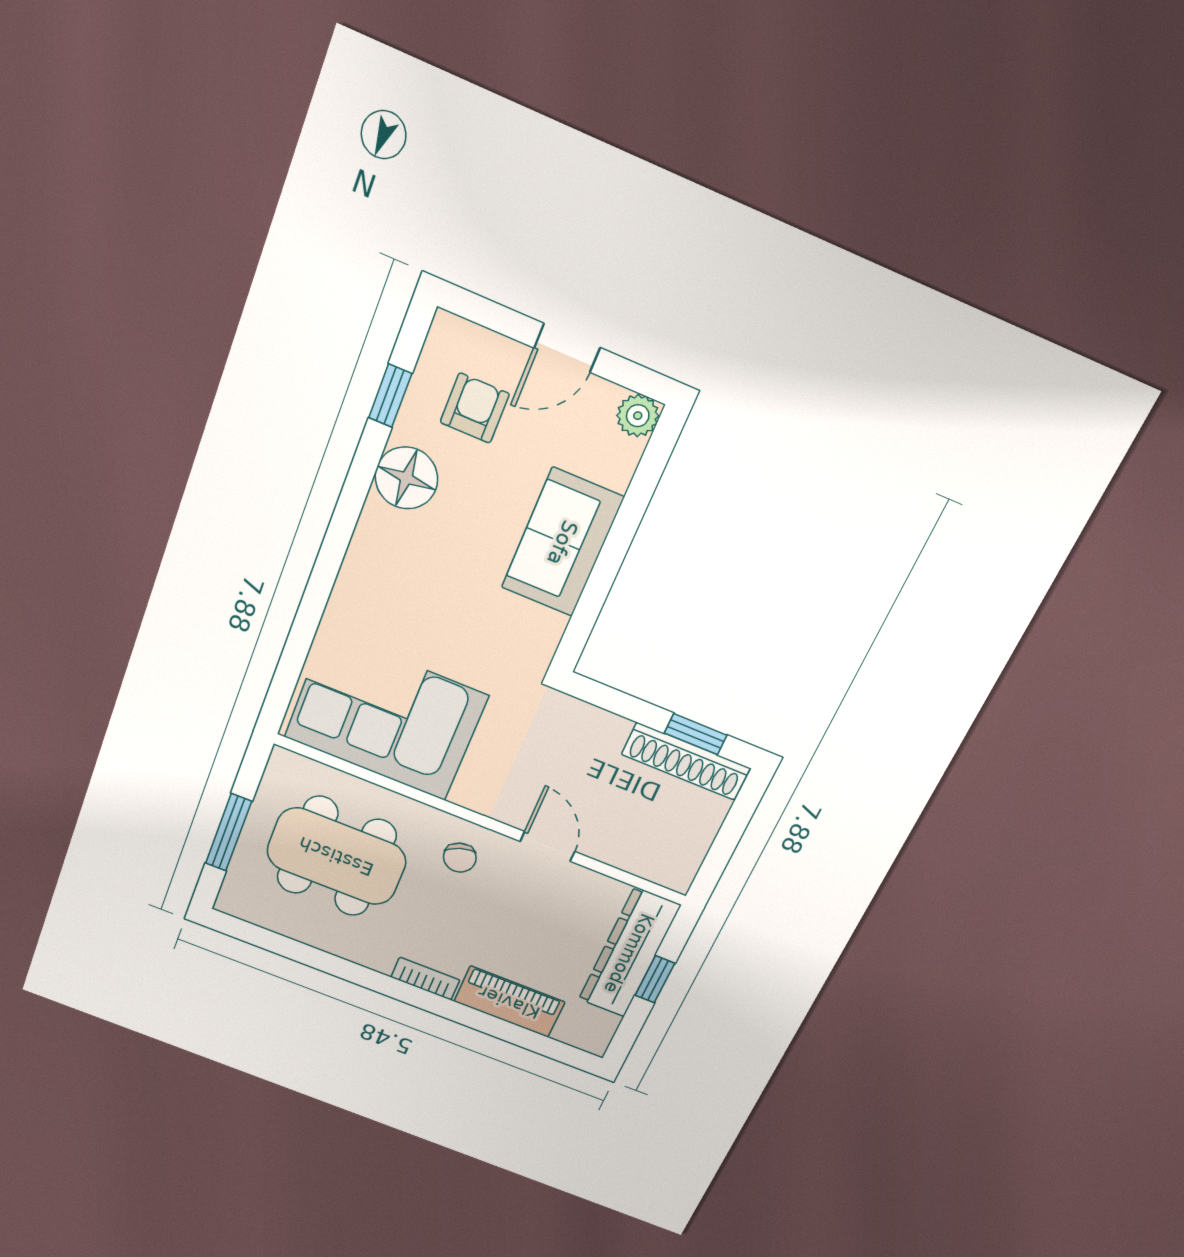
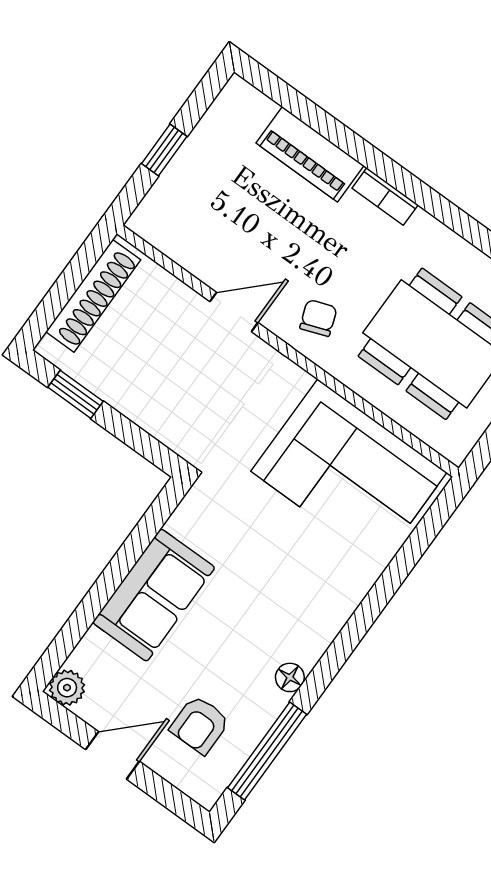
window: (390, 396) -> (267, 751), width x2.17
floor lamp: (406, 478) -> (290, 677), width x0.53, depth x0.53
shoe rack: (686, 761) -> (93, 296), moved, turned 90
door: (547, 846) -> (234, 312), swing flipped
dresser: (629, 953) -> (182, 184), removed

